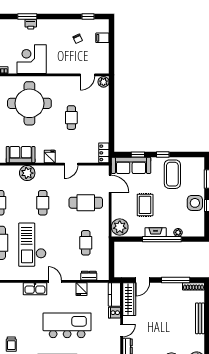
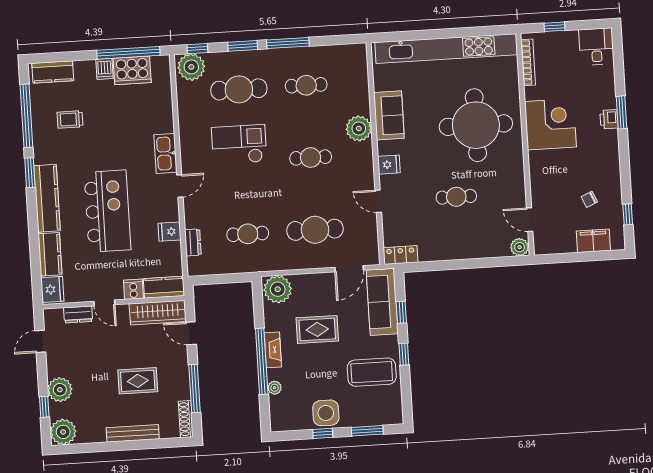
filing cabinet: (102, 38) -> (593, 241), width x2.00
cafe table: (86, 203) -> (315, 230), turned 90
checkout: (32, 245) -> (239, 145), width x0.73, depth x0.83
rug: (169, 313) -> (138, 381), added

